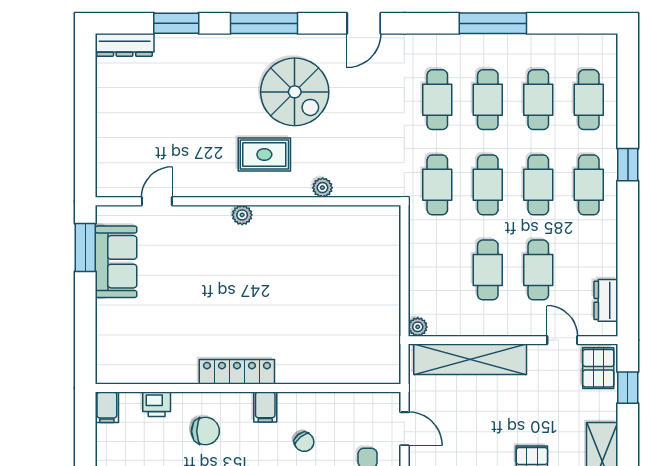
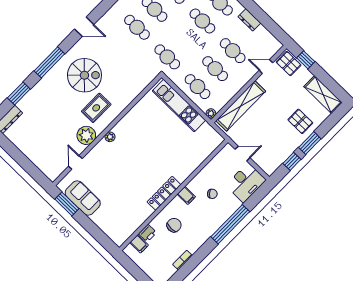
door: (364, 23) -> (84, 27), hinge flipped
cafe table: (488, 185) -> (198, 87), moved
plant: (322, 188) -> (86, 135), moved, width x1.88, depth x1.88
kitchen unit: (384, 270) -> (179, 106), added
dresser: (606, 300) -> (249, 20), moved
filing cabinet: (107, 407) -> (139, 244), moved

